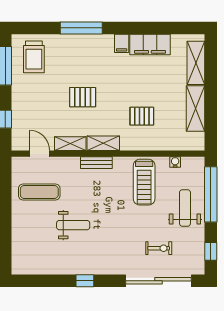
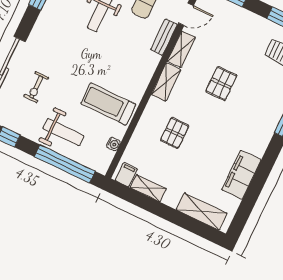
filing cabinet: (122, 43) -> (126, 175), moved, turned 90
shelving: (195, 108) -> (148, 188), width x0.67, depth x0.75
bench: (96, 163) -> (164, 37), moved

